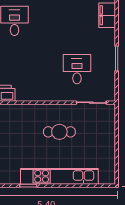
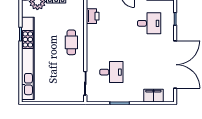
cafe table: (59, 132) -> (71, 42), moved
kitchen unit: (59, 176) -> (28, 58), width x1.36

